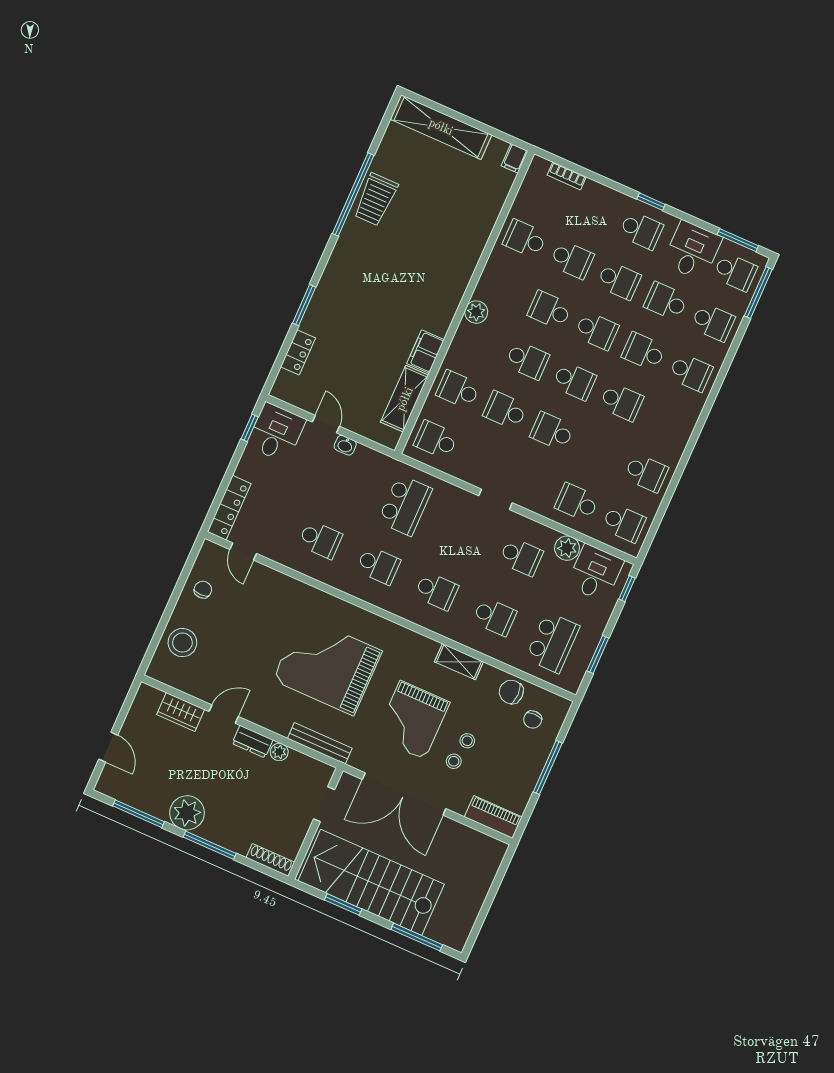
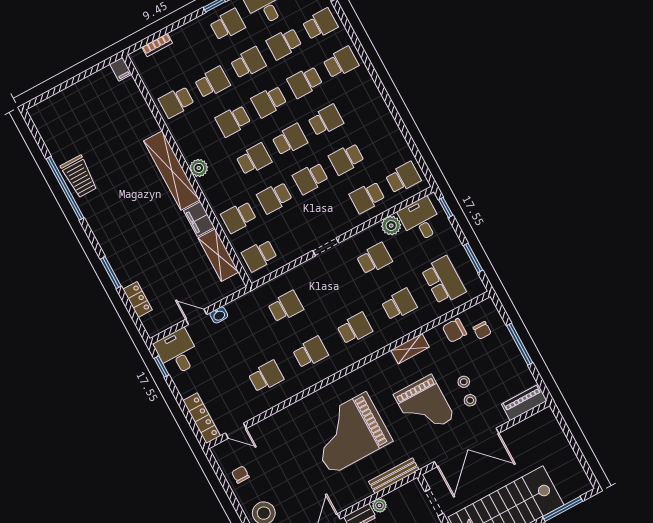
shelving: (441, 127) -> (172, 171), moved, turned 90
school desk: (597, 331) -> (269, 101), turned 180
school desk: (646, 473) -> (346, 159), moved, turned 180
school desk: (405, 505) -> (286, 307), width x0.54

